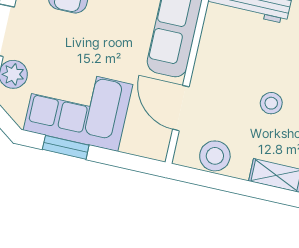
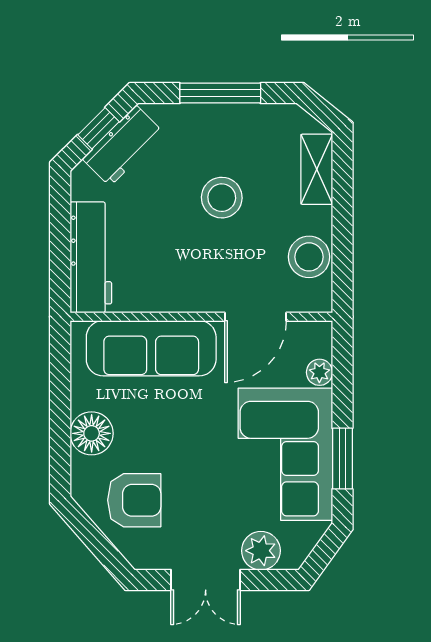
stool: (271, 103) -> (222, 198), width x1.38, depth x1.38
plant: (131, 145) -> (319, 372), added

